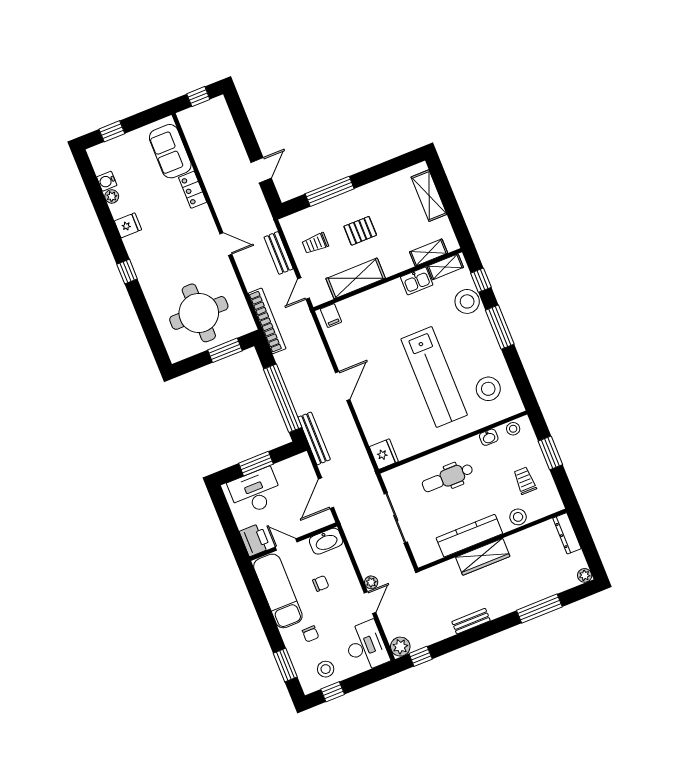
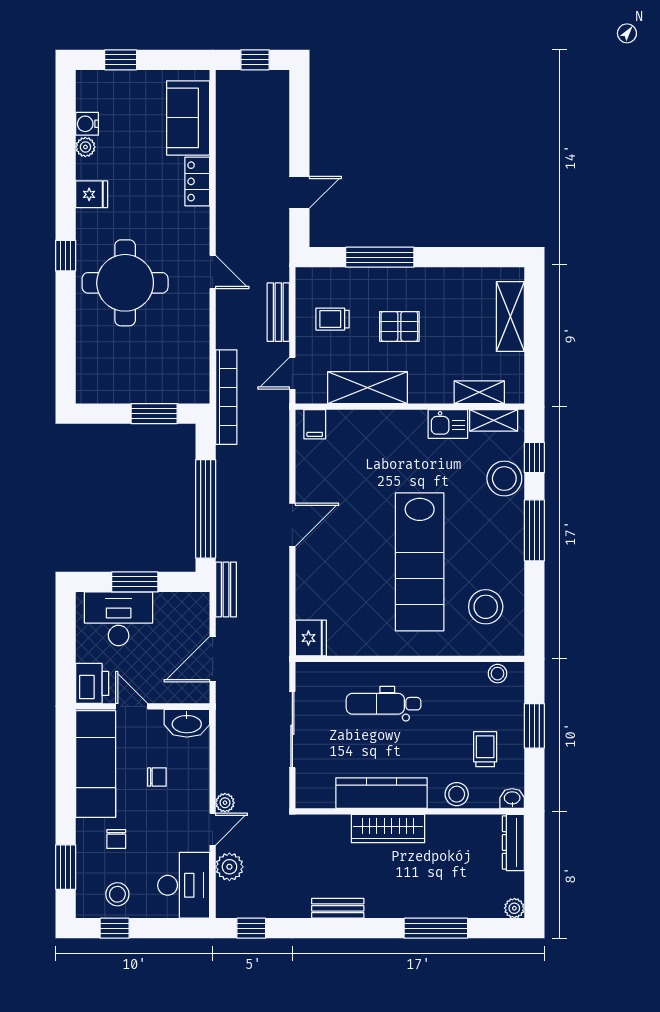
round table: (199, 313) -> (125, 283), moved
washbasin: (489, 437) -> (512, 798), moved, turned 180
bench: (314, 438) -> (226, 589), width x0.73
plant: (400, 647) -> (229, 867), moved

